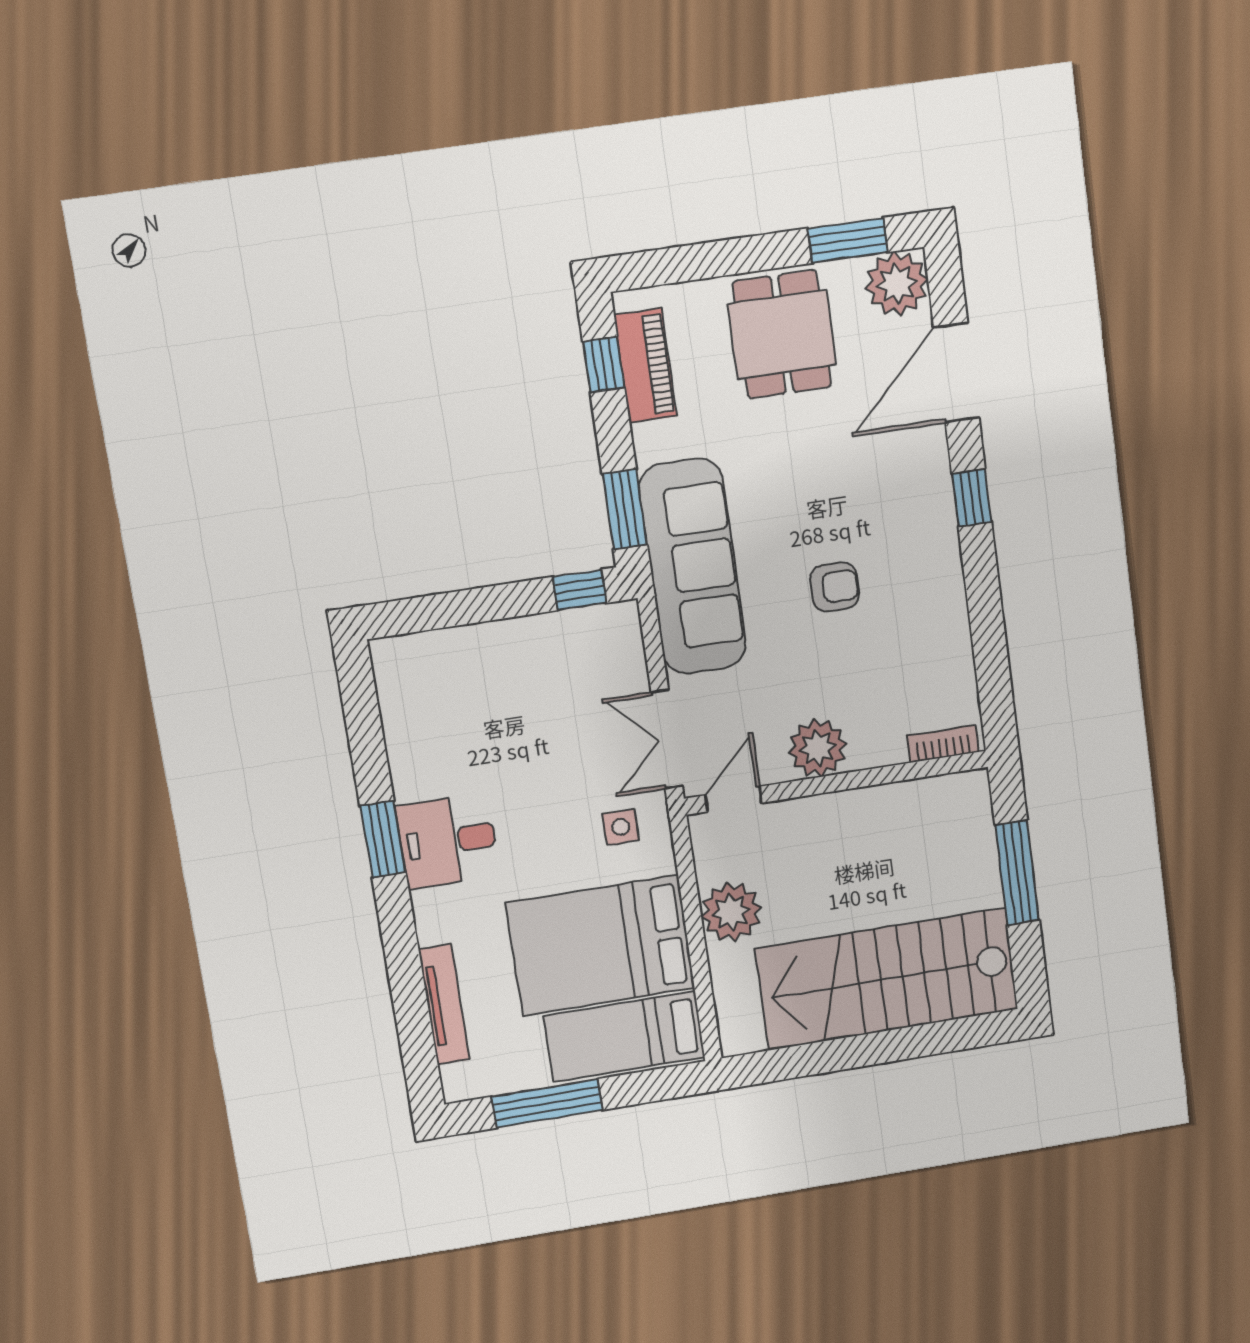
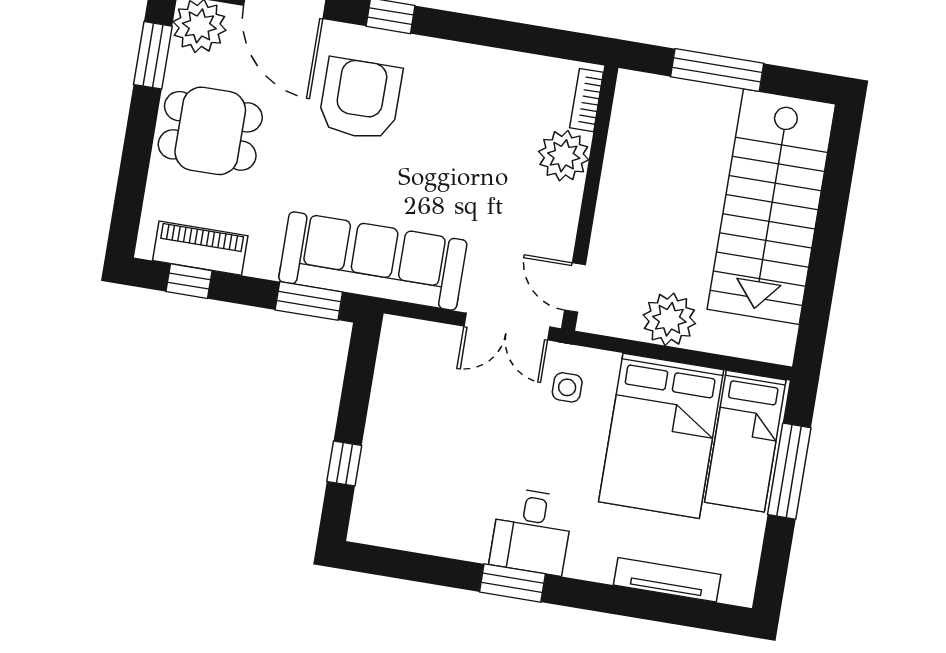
armchair: (835, 587) -> (360, 99), moved, width x1.88, depth x1.88
window: (580, 590) -> (344, 463), moved
plant: (818, 748) -> (564, 156), moved
window: (547, 1103) -> (789, 471), moved

